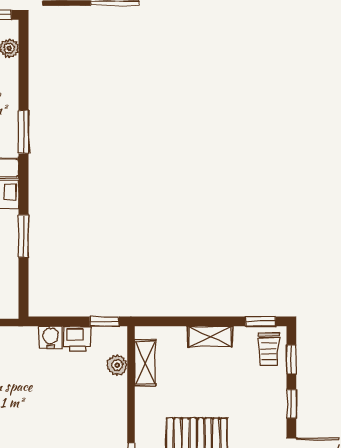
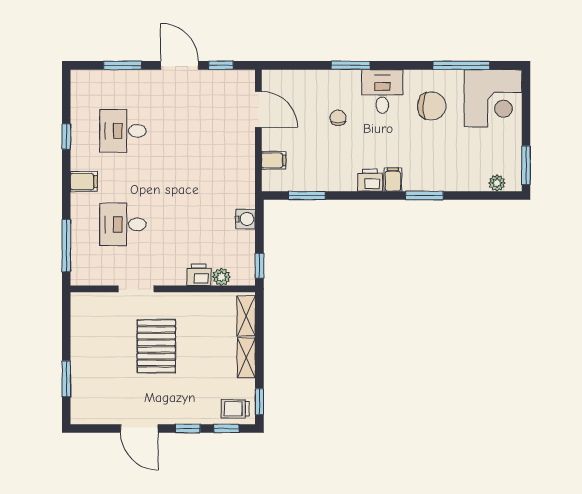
window: (24, 236) -> (307, 195), moved
printer: (78, 339) -> (199, 275), moved, turned 90
shelving: (145, 363) -> (246, 316), moved, turned 90

